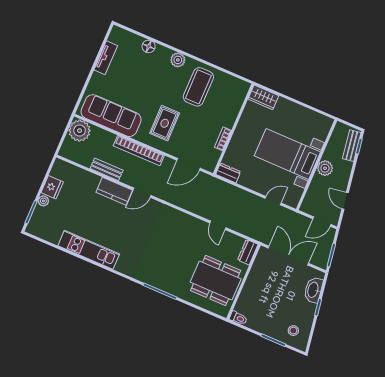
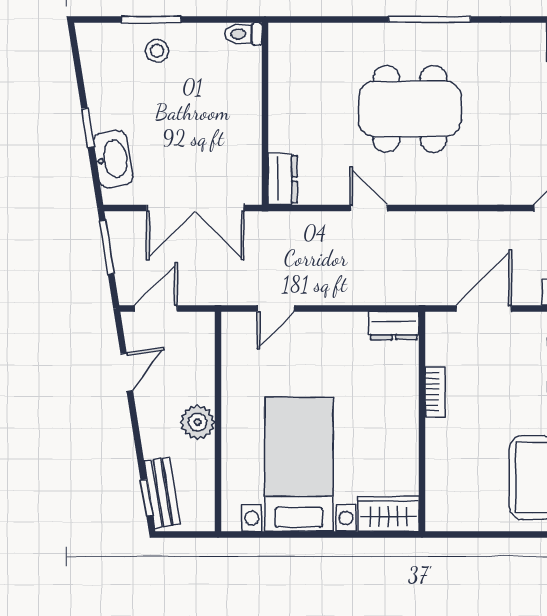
bed with nightstands: (287, 154) -> (299, 464), moved, turned -90
door: (345, 201) -> (127, 372), hinge flipped
dining table: (216, 281) -> (410, 109), moved
stool: (293, 331) -> (157, 51), moved

